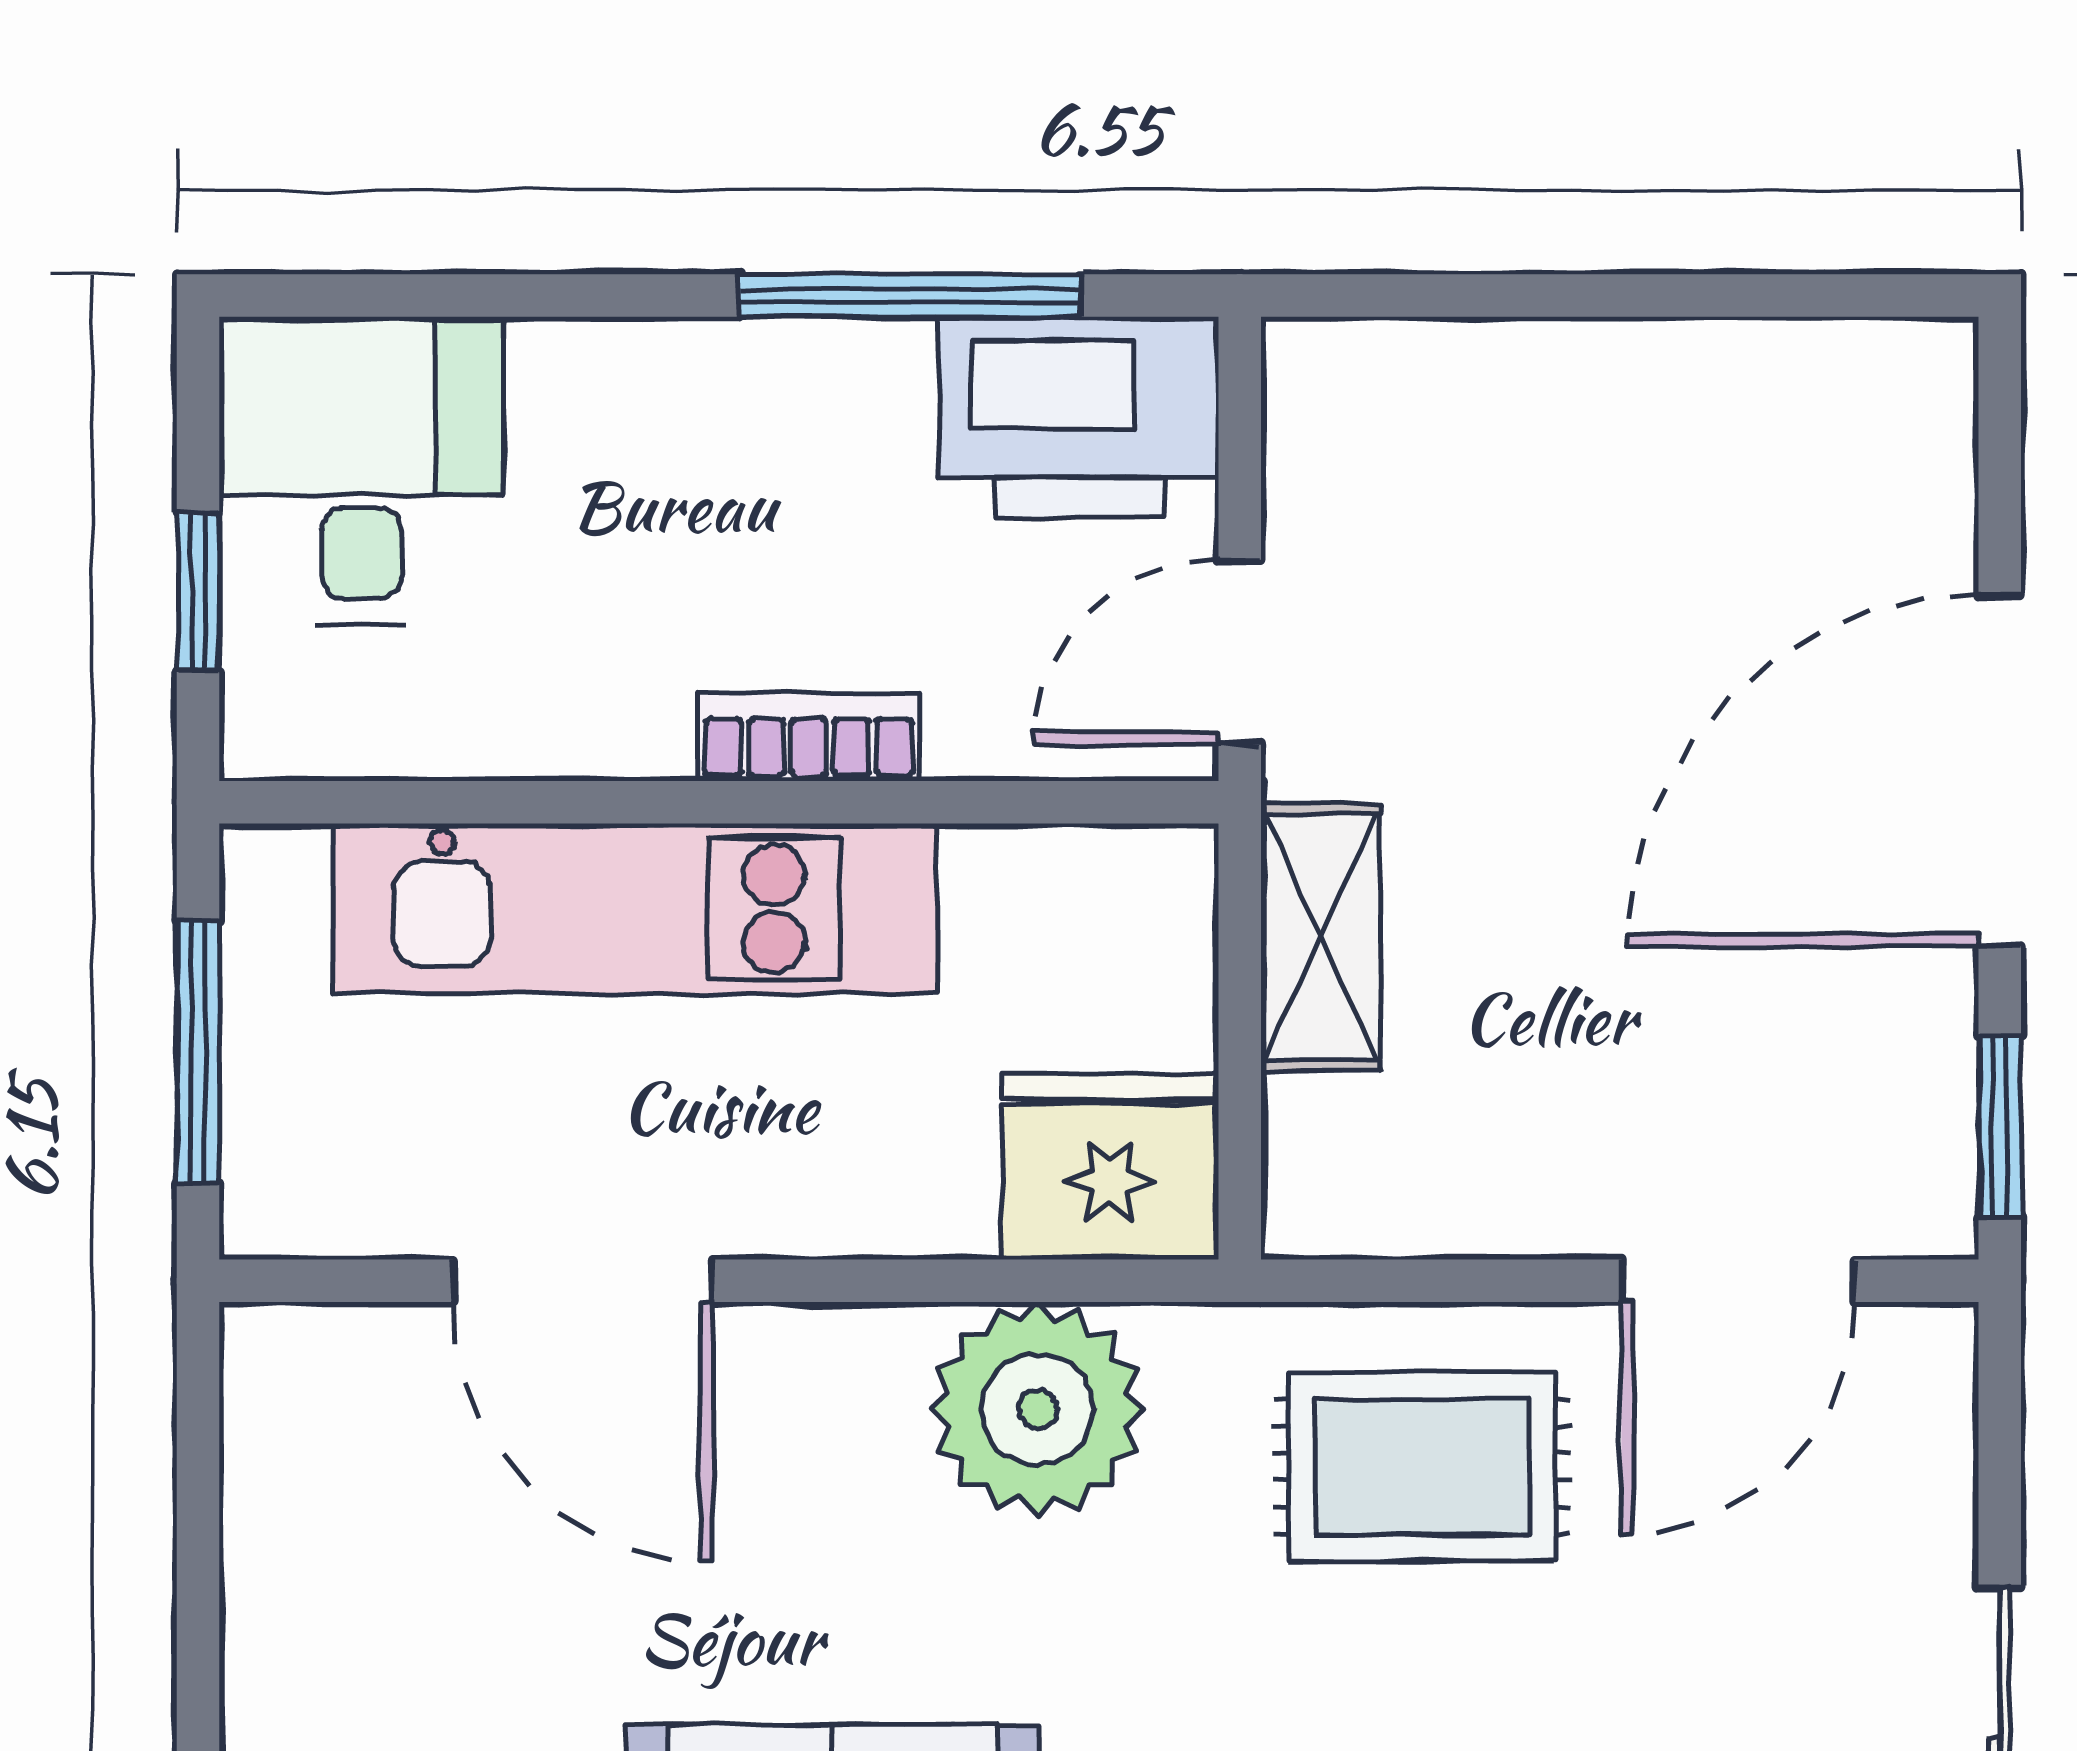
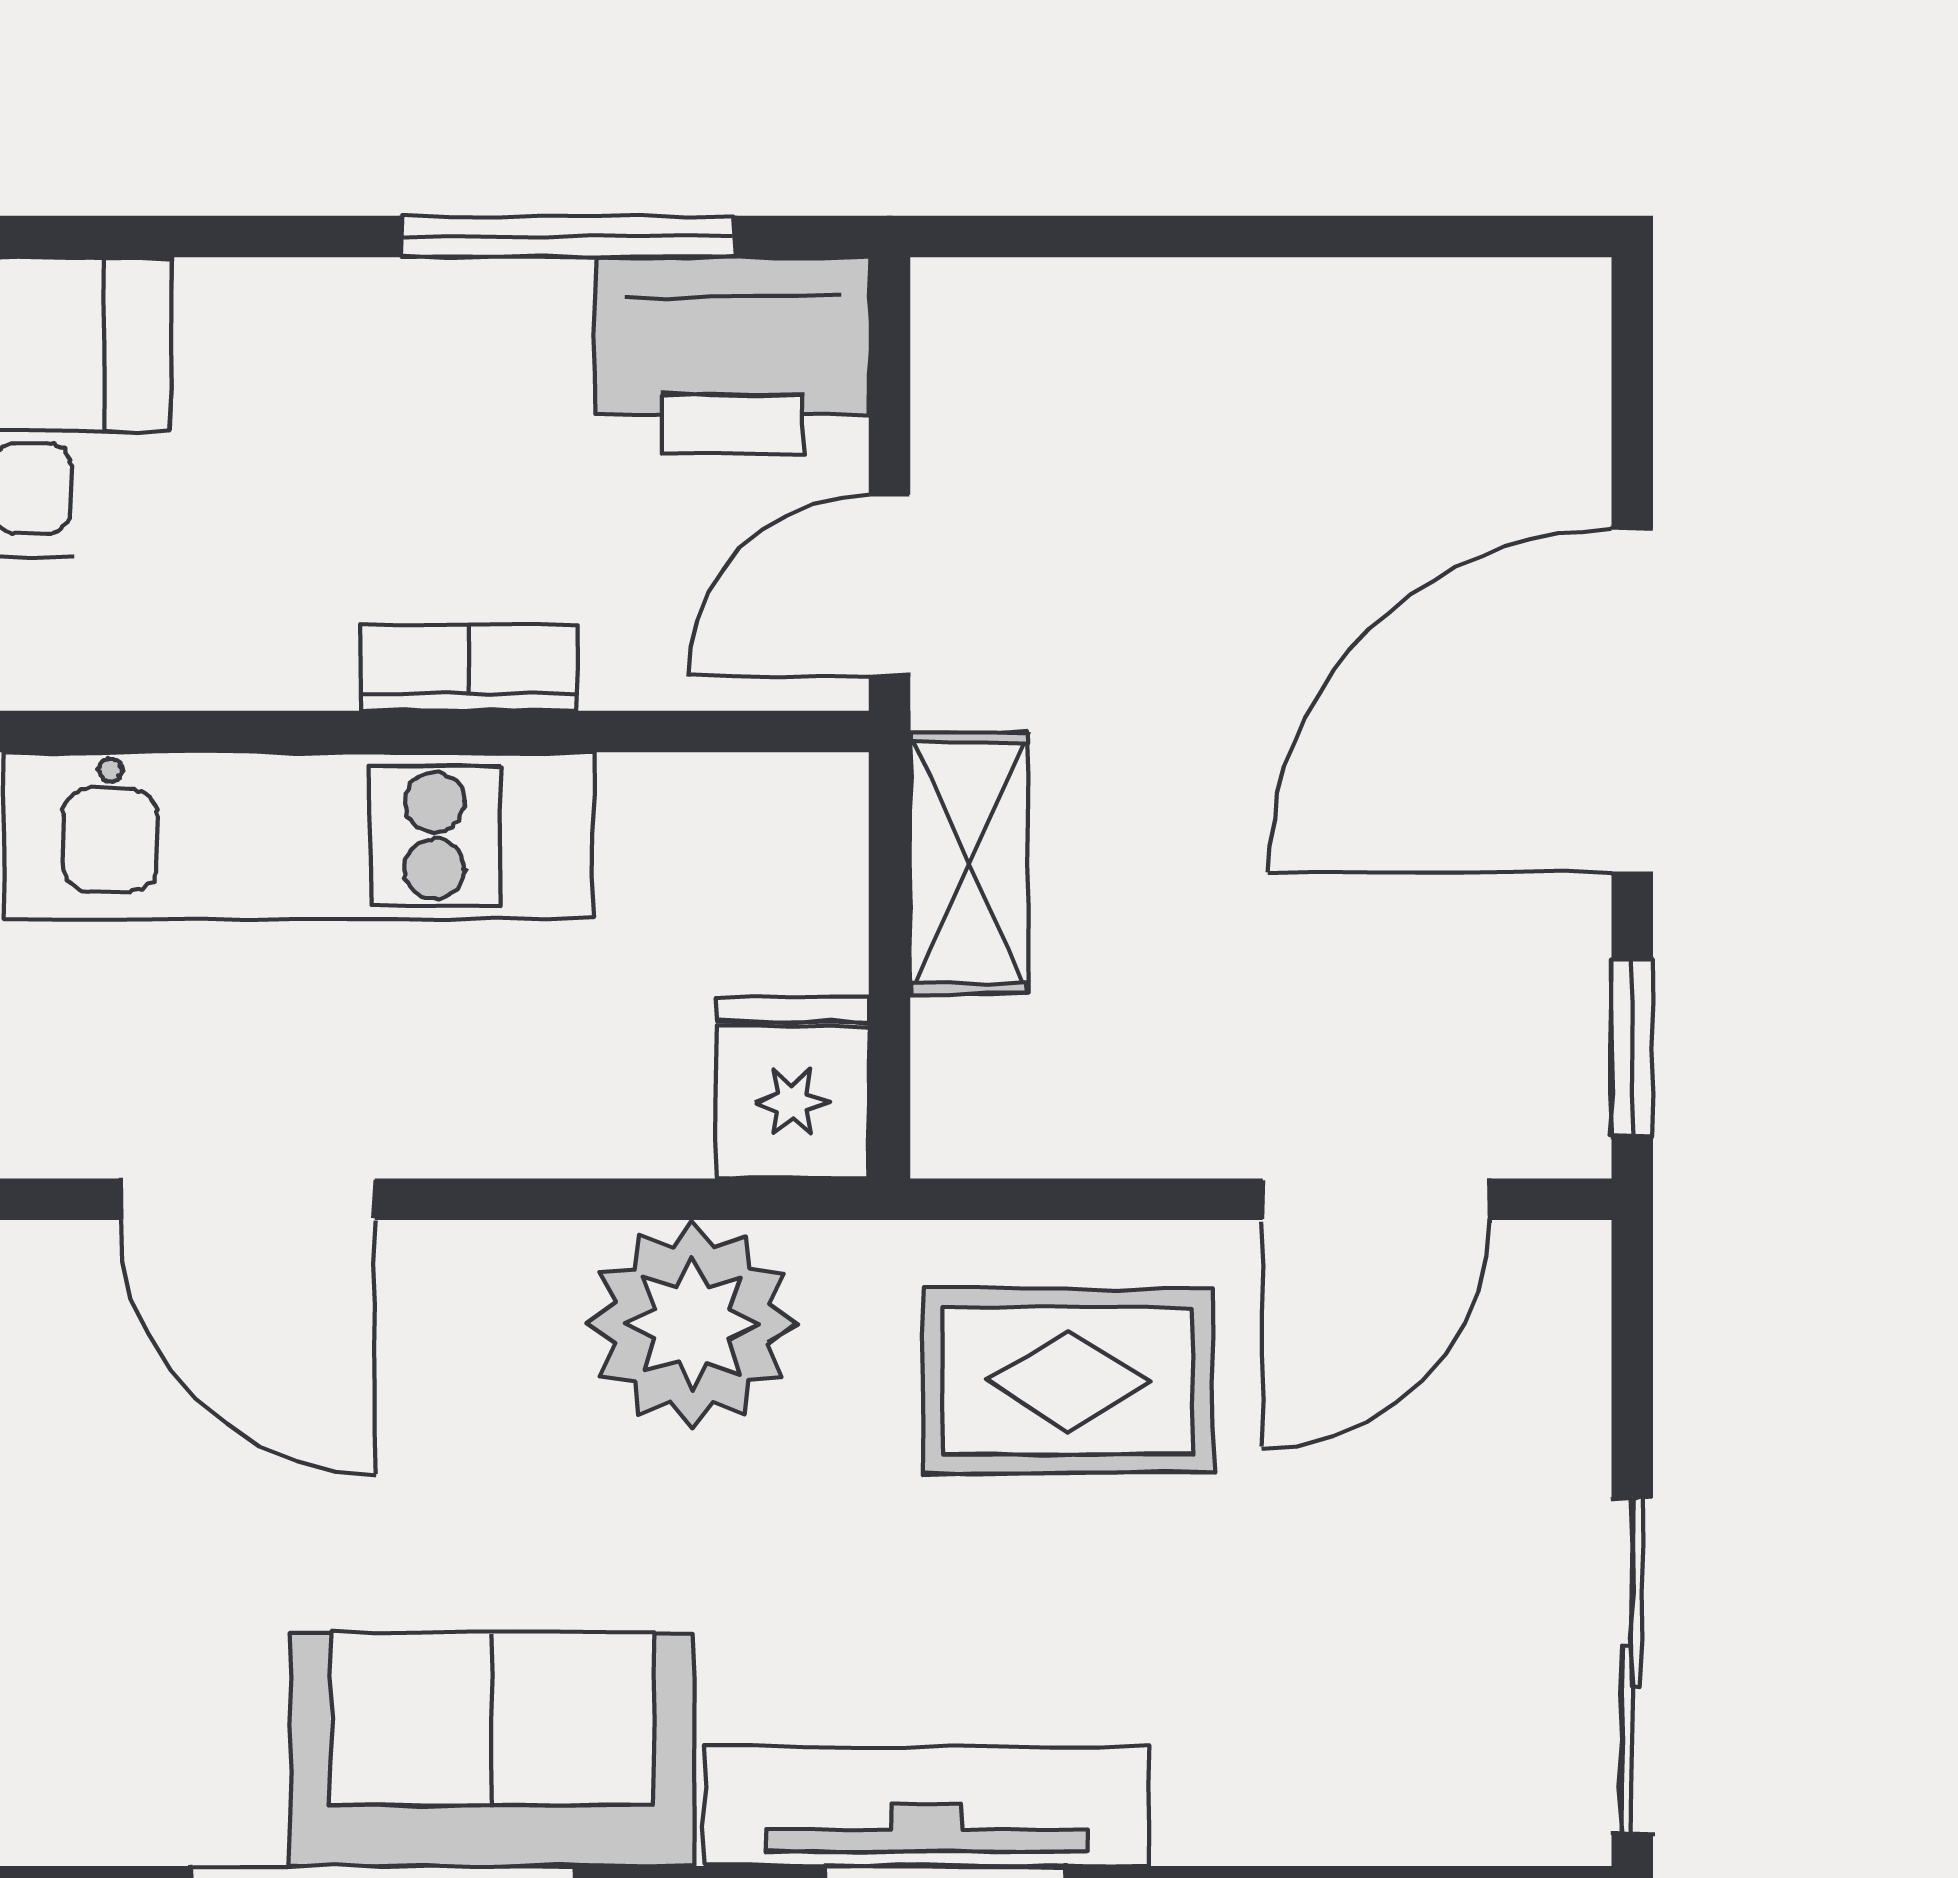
fridge: (1110, 1167) -> (793, 1088), width x0.72

